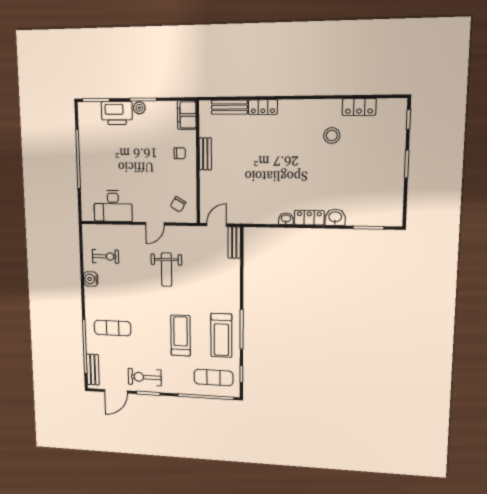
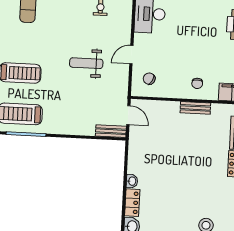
door: (155, 224) -> (131, 55), hinge flipped

